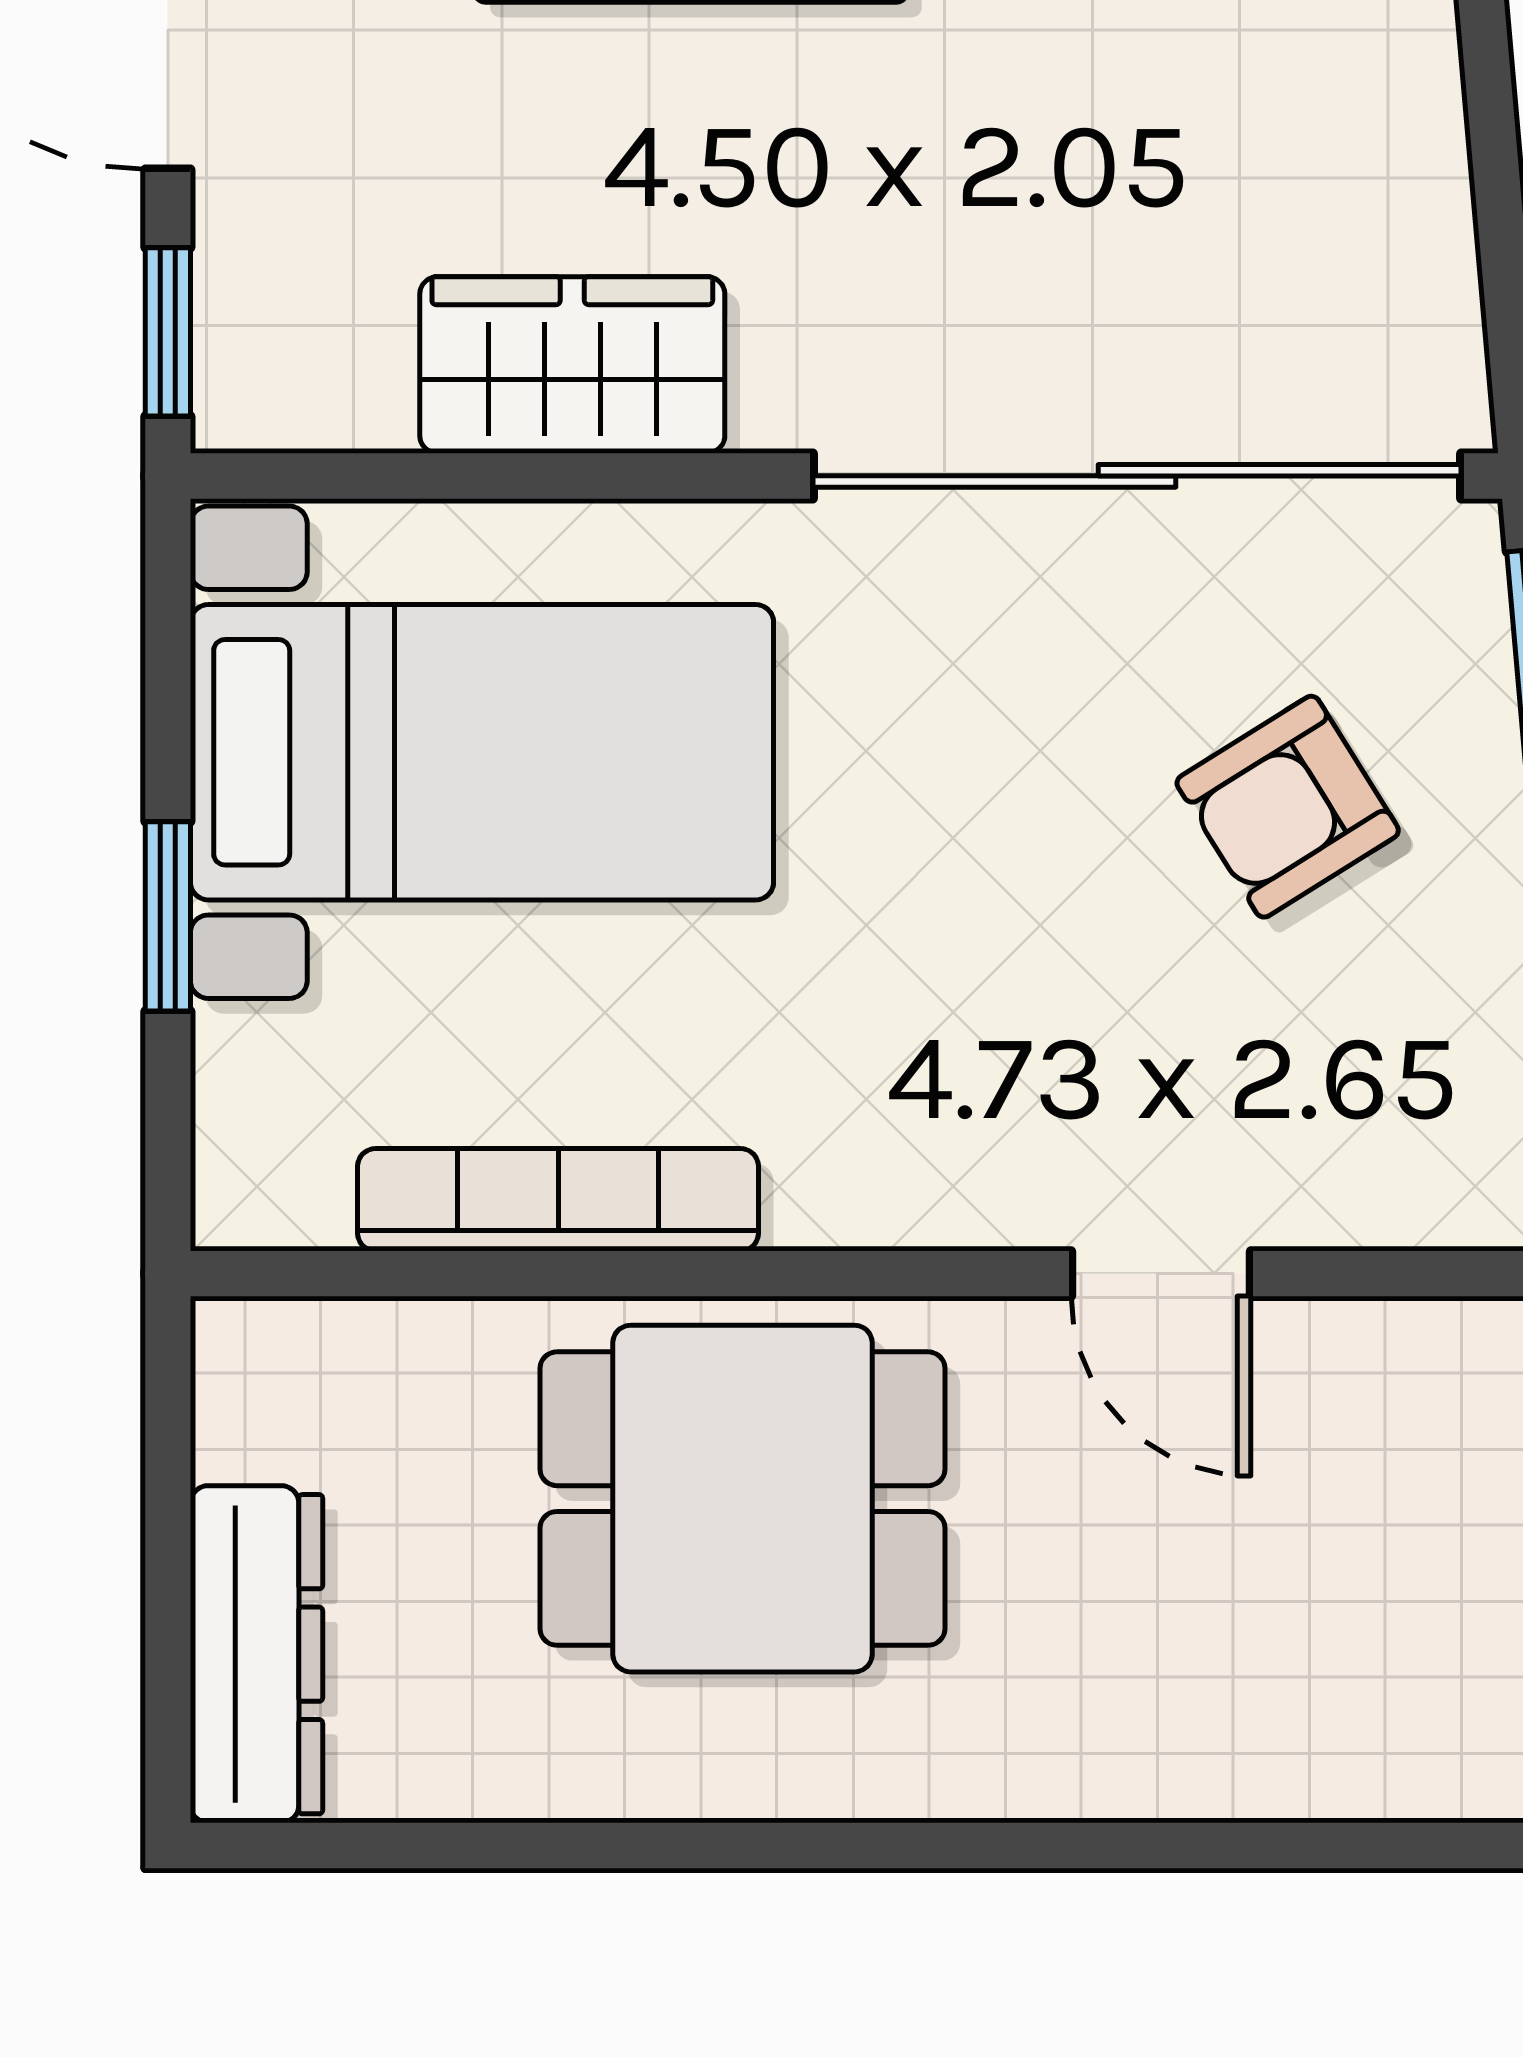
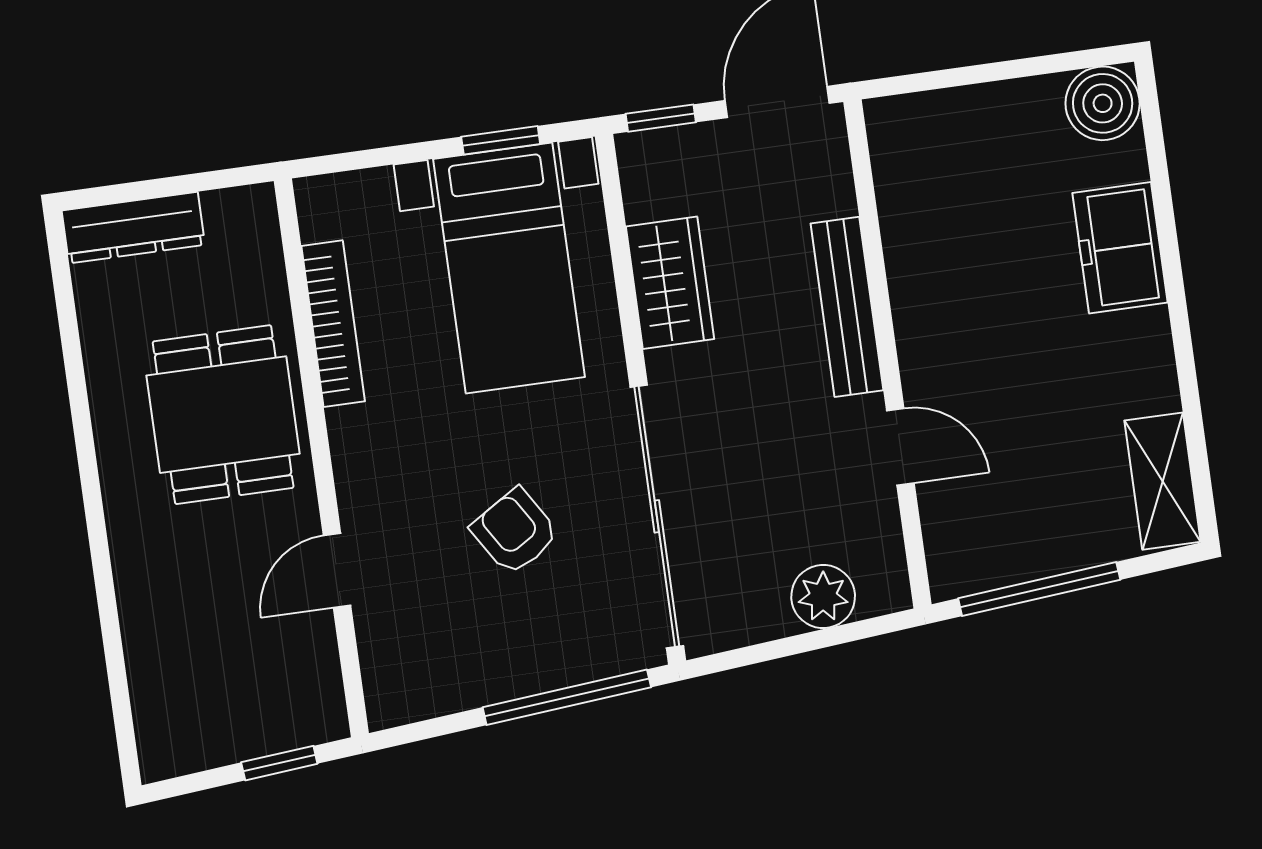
plant: (1389, 98) -> (823, 597), added
armchair: (1288, 807) -> (515, 531), moved
window: (168, 916) -> (501, 140), moved

